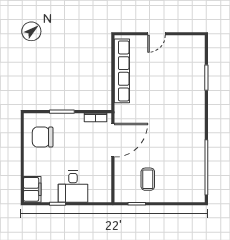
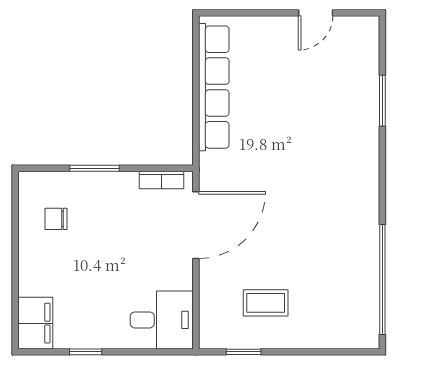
door: (157, 34) -> (316, 13), moved
chair: (43, 137) -> (56, 219), width x0.54, depth x0.54
coffee table: (148, 179) -> (266, 303), turned 90
desk: (73, 187) -> (162, 320), moved, turned -90

